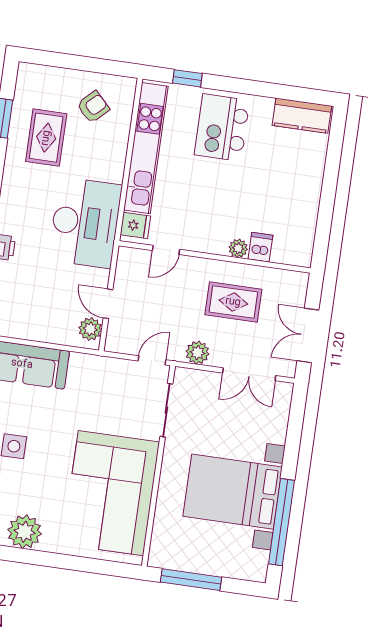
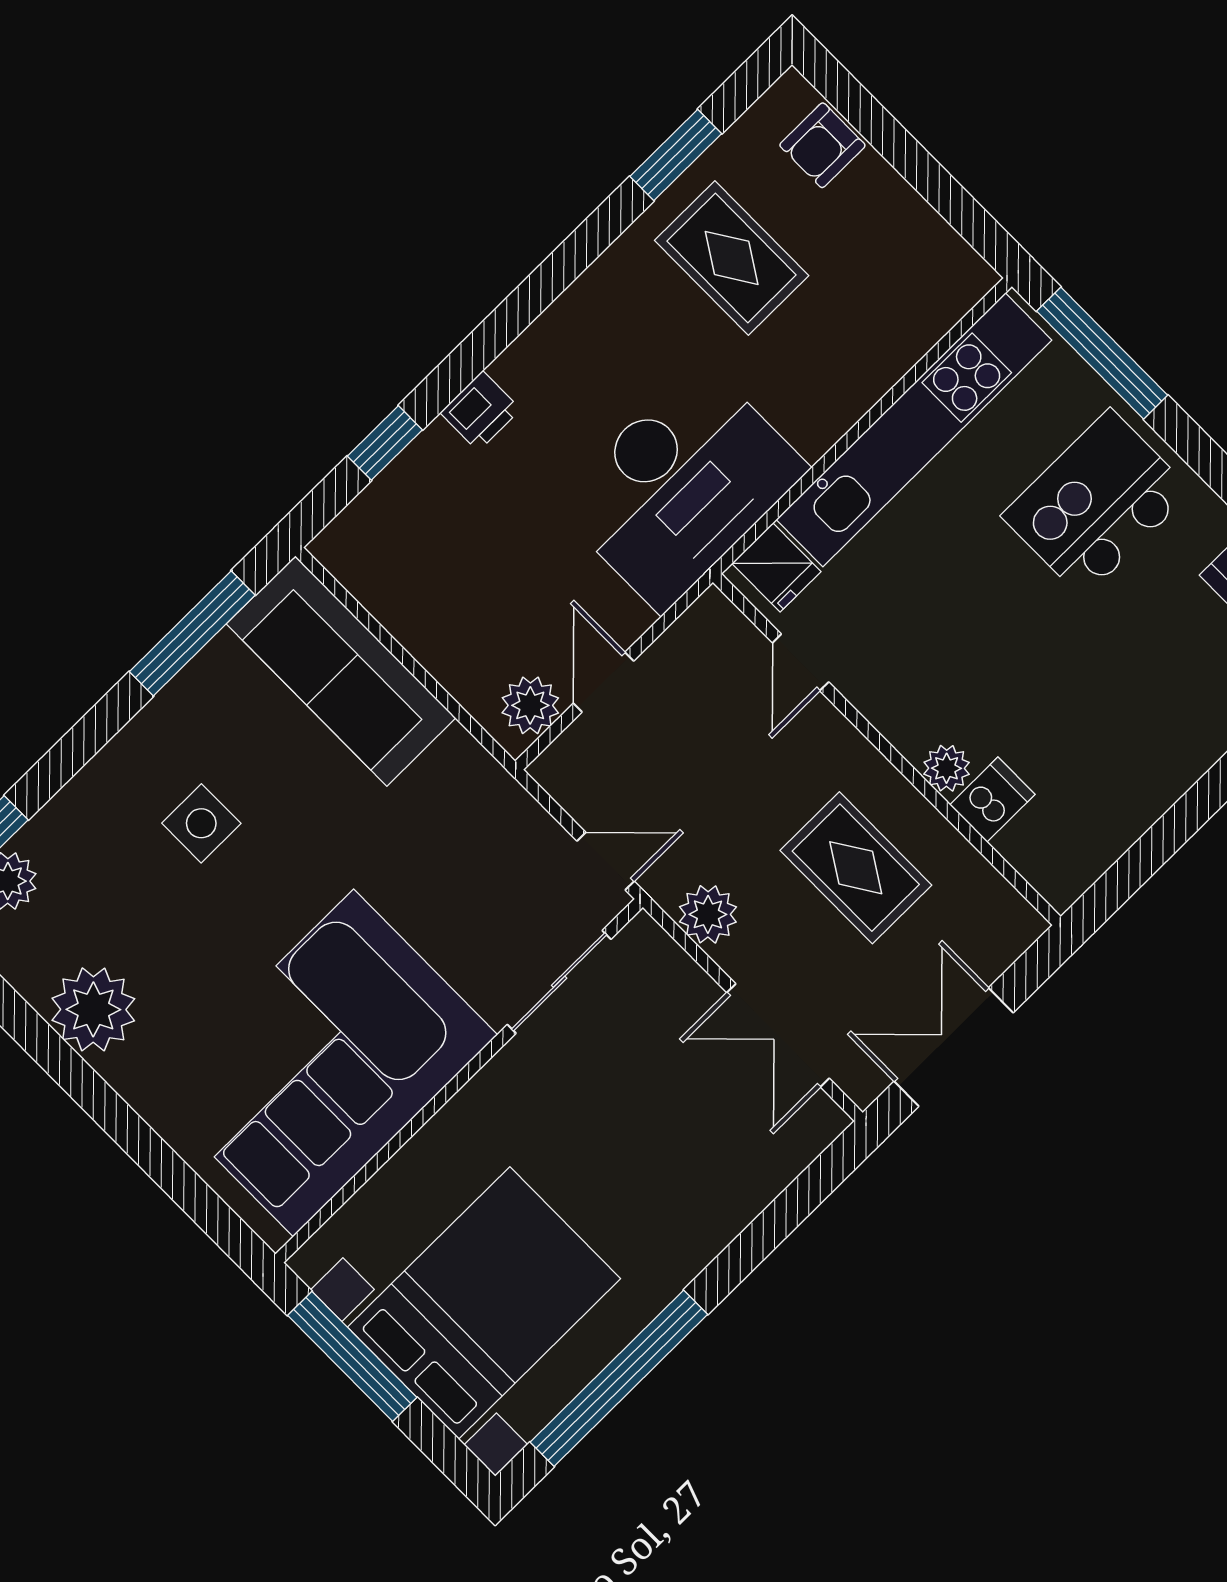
window: (187, 78) -> (1102, 353), width x2.17
armchair: (93, 107) -> (822, 145), moved, turned 134
rug: (46, 138) -> (732, 258), turned 90
door: (166, 250) -> (801, 662), hinge flipped
bed with nightstands: (233, 492) -> (484, 1303), moved, turned 90

